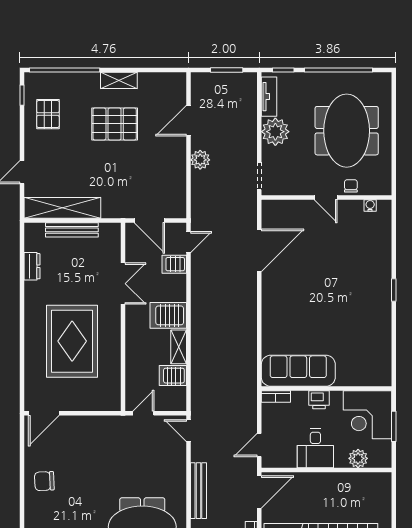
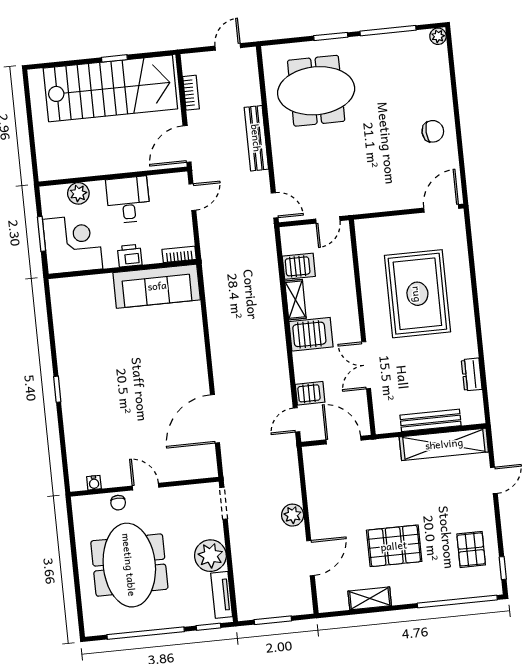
shelving: (119, 80) -> (370, 598), moved

